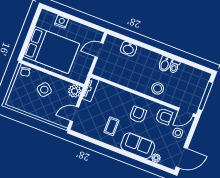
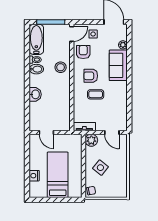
washbasin: (129, 49) -> (35, 94), moved
bed: (51, 50) -> (58, 175), width x0.67
bathtub: (194, 75) -> (36, 39), added
door: (186, 112) -> (72, 34), hinge flipped
coffee table: (111, 126) -> (96, 94), moved

